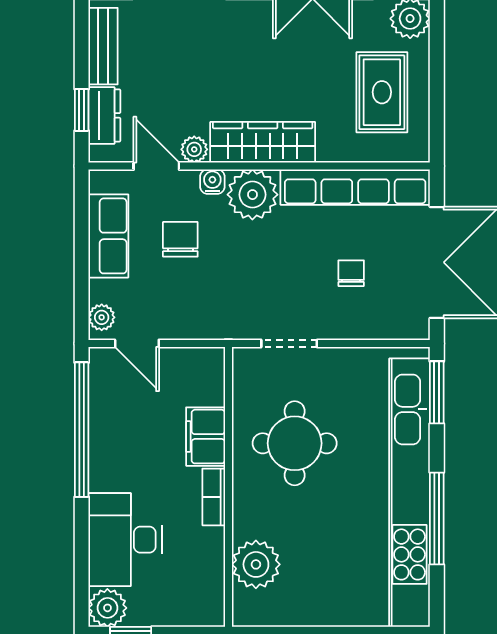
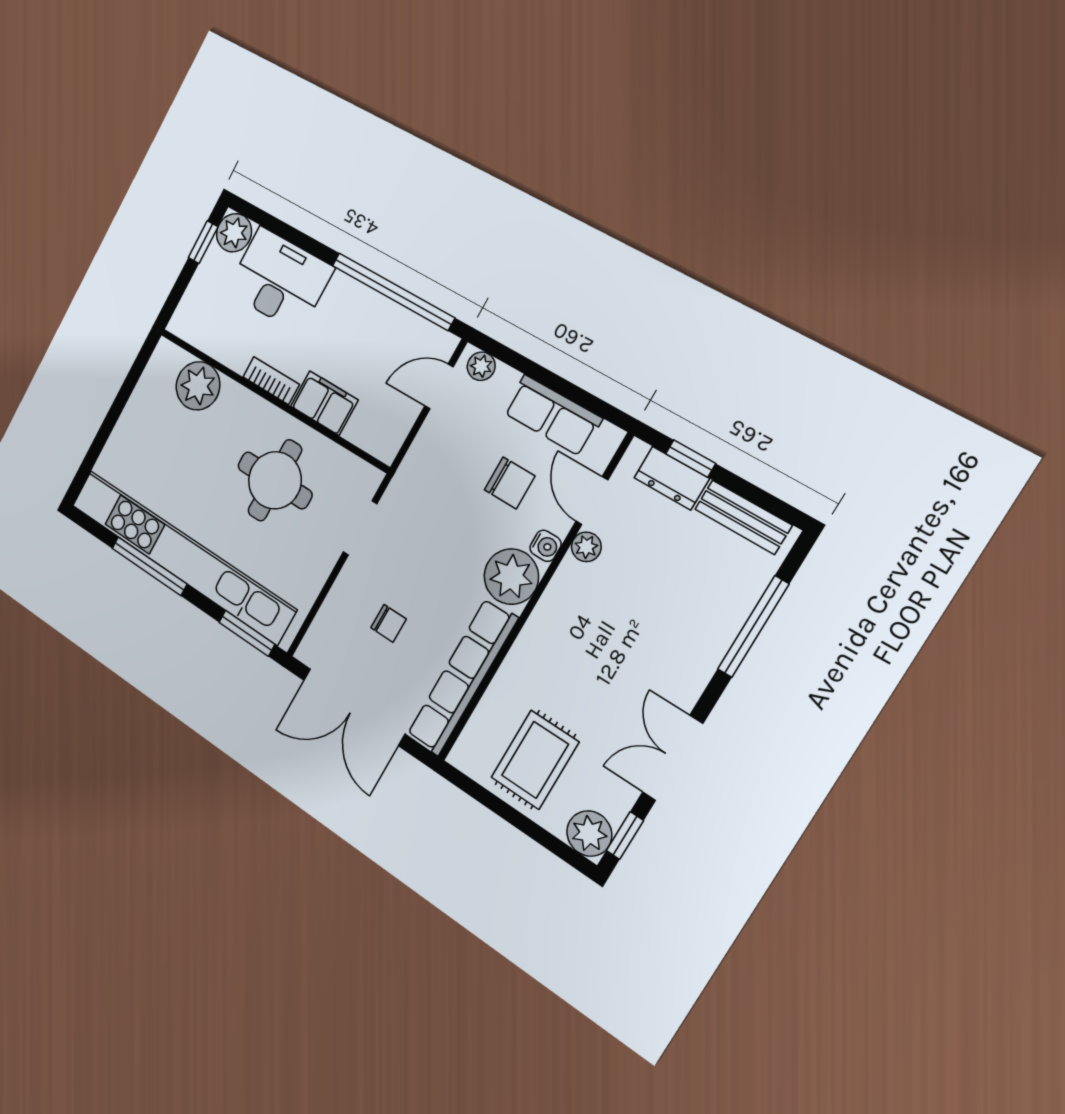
rug: (382, 92) -> (535, 760), turned 90
wardrobe: (263, 142) -> (554, 617), removed
door: (156, 166) -> (592, 501), swing flipped

